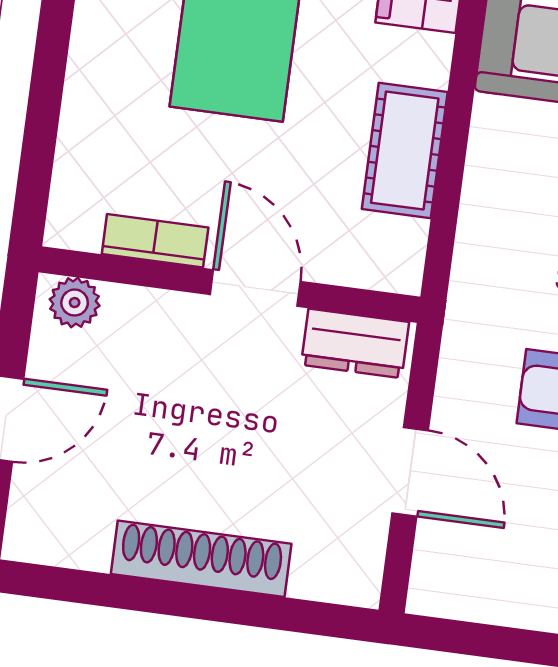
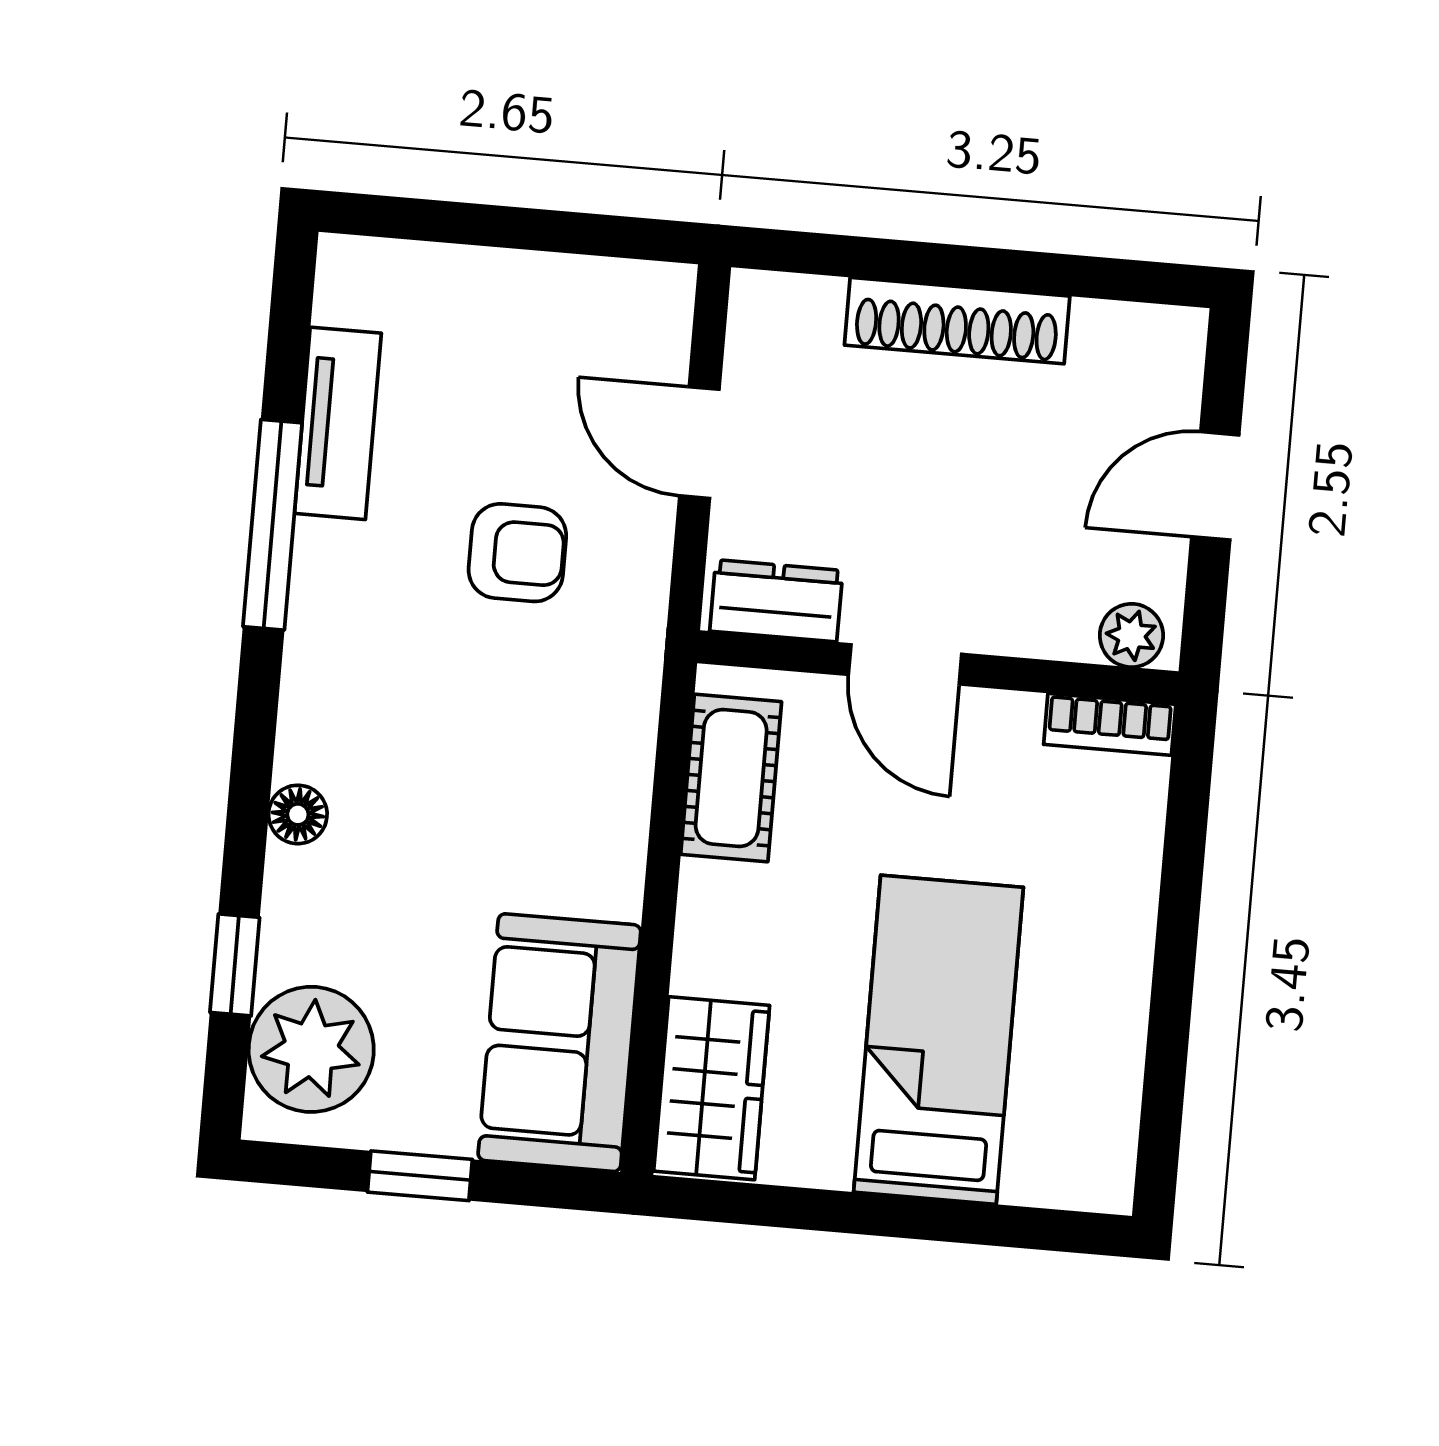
cot: (405, 151) -> (731, 778), moved
bookcase: (155, 241) -> (1110, 724), moved

